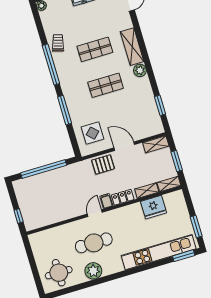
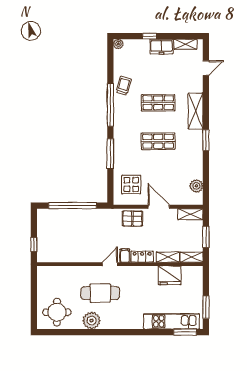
plant: (140, 70) -> (196, 186), moved
window: (160, 105) -> (206, 140), moved
kitchen unit: (159, 252) -> (171, 321), width x0.73

